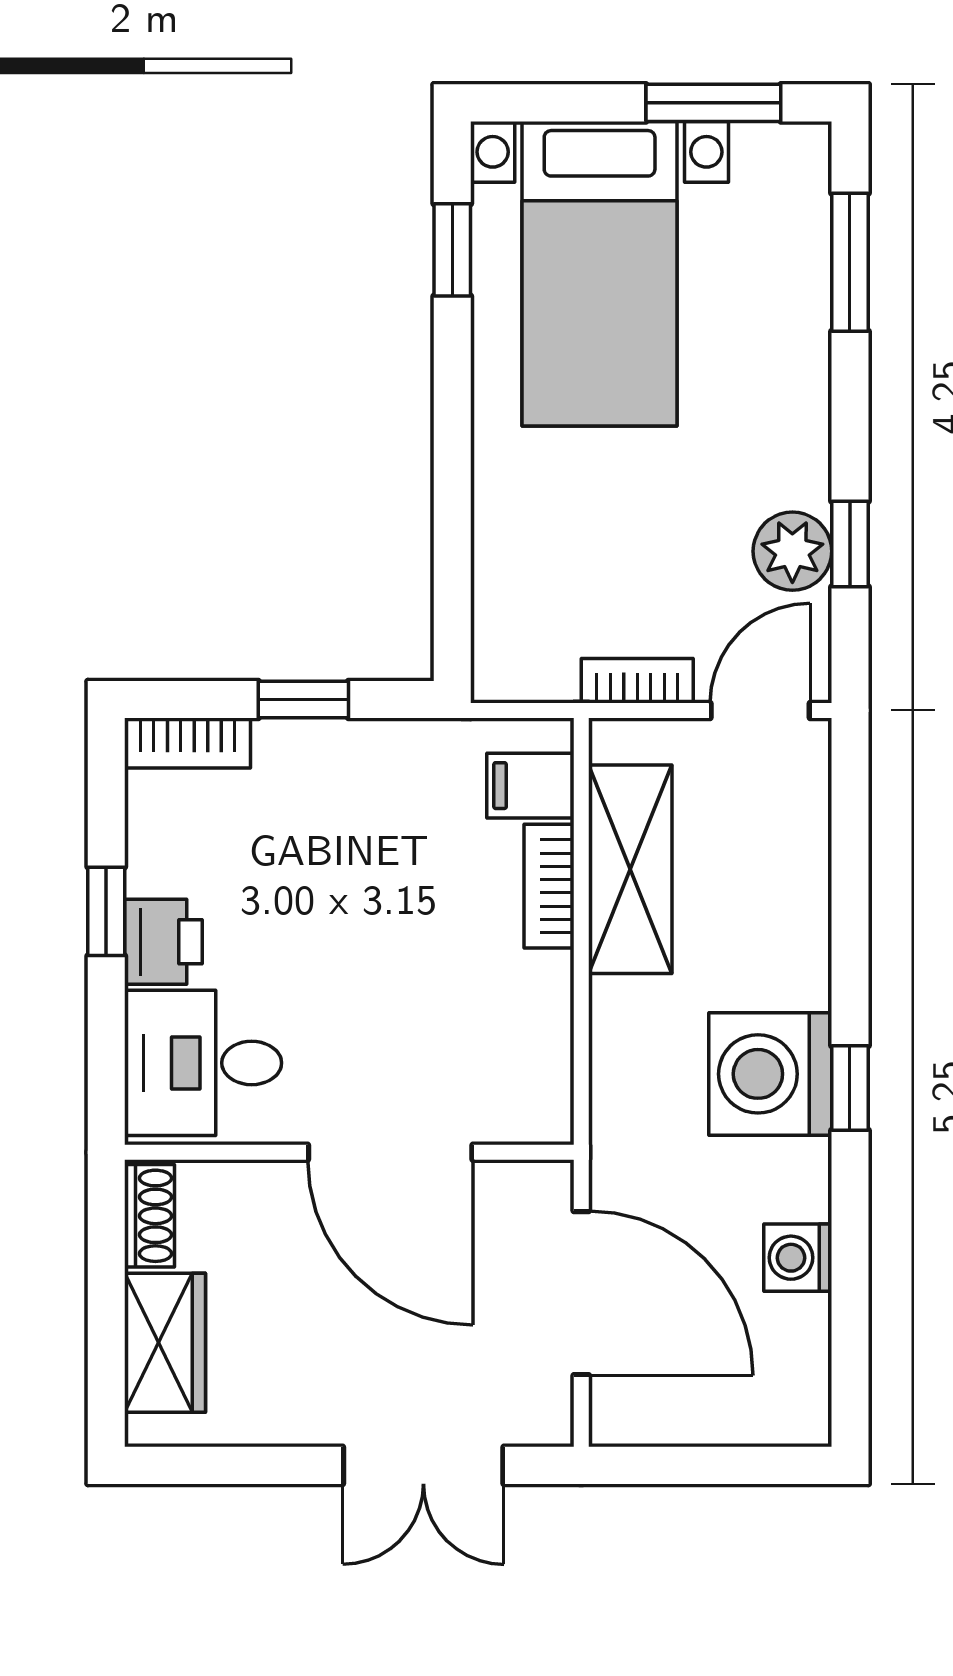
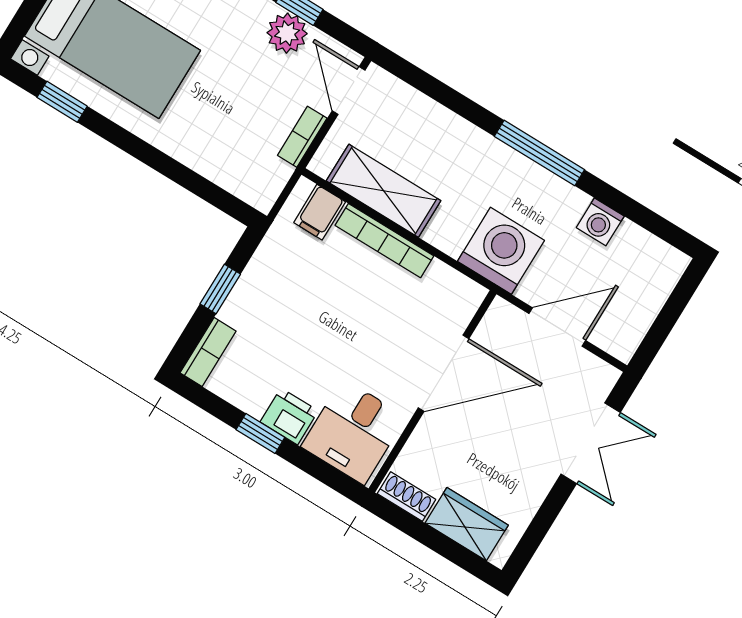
bookcase: (549, 886) -> (384, 241), width x1.56
washing machine: (770, 1074) -> (501, 251), moved, turned 180
window: (850, 1088) -> (539, 153), width x2.17
door: (581, 1293) -> (557, 327), width x0.73

